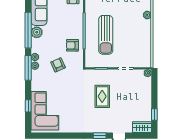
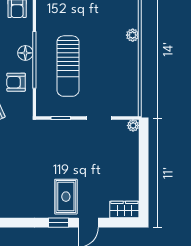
floor lamp: (78, 26) -> (25, 53), added
rug: (102, 96) -> (66, 197), moved
window: (154, 115) -> (144, 190), removed

